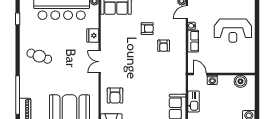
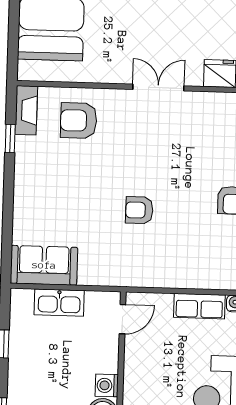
armchair: (164, 46) -> (139, 210), moved
washing machine: (212, 80) -> (107, 385), moved

